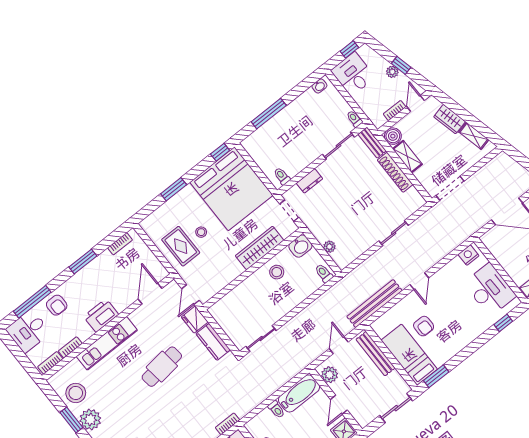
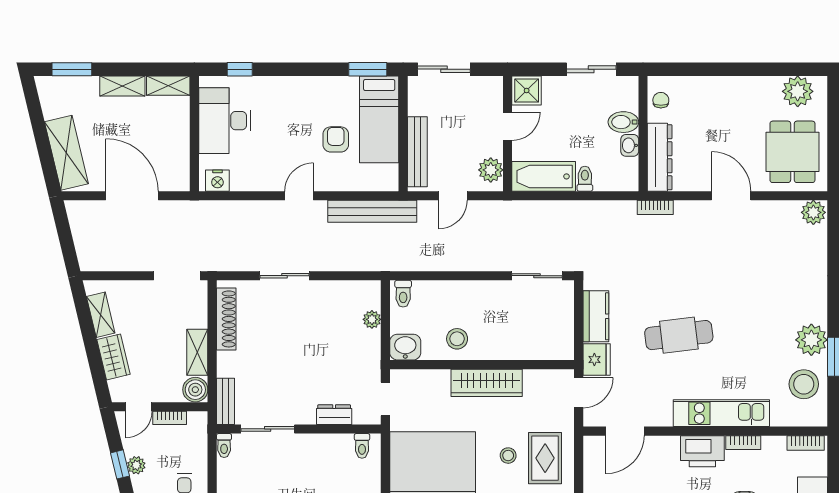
shoe rack: (395, 172) -> (226, 319), moved
wardrobe: (260, 248) -> (487, 383), moved
bookcase: (70, 347) -> (743, 443), moved

